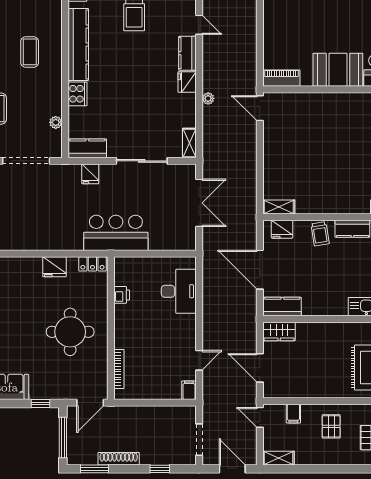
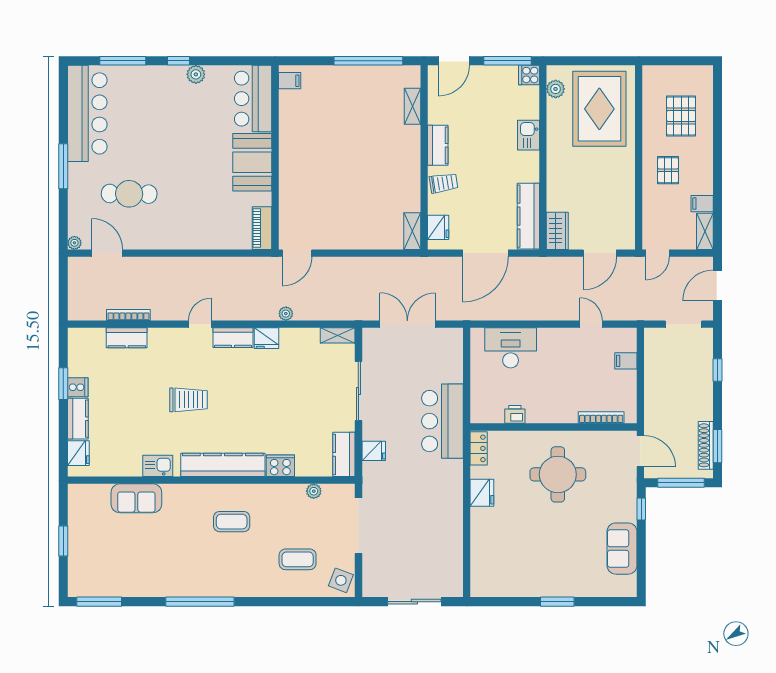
kitchen counter: (282, 307) -> (528, 216), width x1.50
filing cabinet: (189, 390) -> (626, 361), moved
filing cabinet: (293, 414) -> (702, 204), moved, turned 180
pallet: (331, 426) -> (668, 170), turned 90
shoe rack: (119, 459) -> (706, 445), moved

